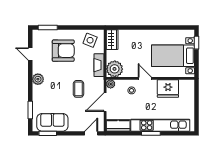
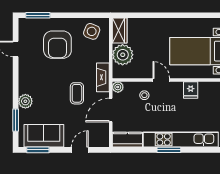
armchair: (63, 51) -> (57, 45), turned 90
fireplace: (99, 65) -> (103, 77), moved
plant: (115, 69) -> (123, 55), moved
plant: (38, 79) -> (25, 101), moved
fridge: (168, 89) -> (191, 90), width x0.53, depth x0.75
door: (91, 133) -> (80, 150), moved

